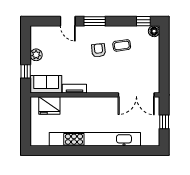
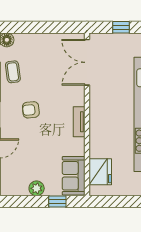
coffee table: (122, 45) -> (13, 72), moved
tv unit: (74, 89) -> (79, 122), moved
double door: (136, 95) -> (87, 62), swing flipped

